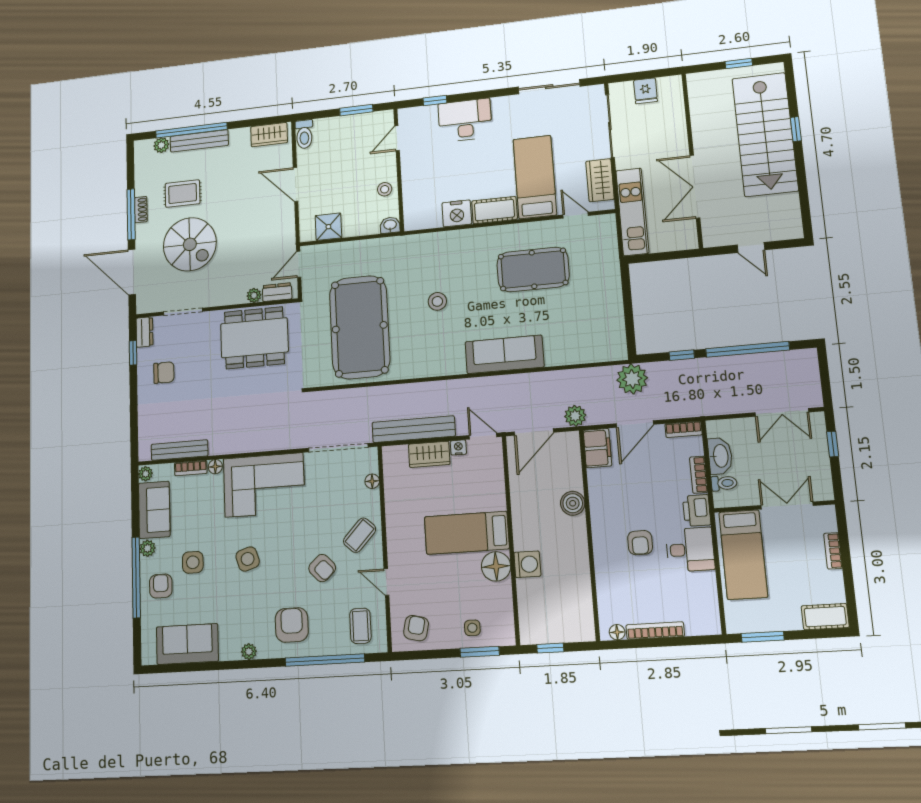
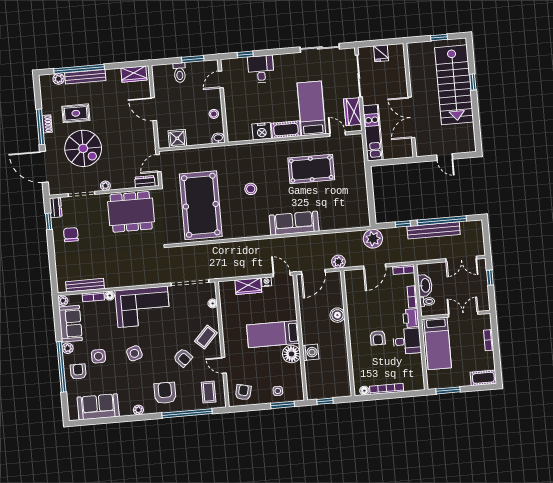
desk: (465, 120) -> (261, 69), width x0.73
toilet: (304, 134) -> (180, 73), moved
plant: (254, 295) -> (105, 186), moved
chair: (164, 373) -> (71, 235), turned -90
bench: (414, 429) -> (434, 230), moved
filing cabinet: (597, 448) -> (352, 281), removed

